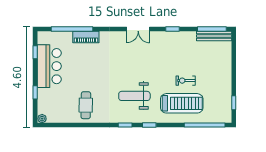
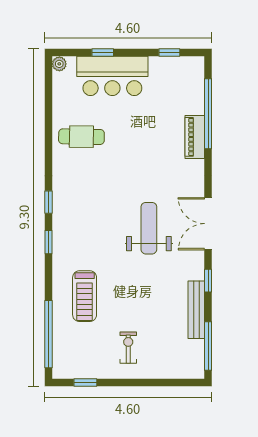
double door: (138, 29) -> (208, 224), width x1.37
bench: (214, 36) -> (196, 310), moved
bar counter: (49, 66) -> (112, 76), moved
exercise bike: (186, 81) -> (128, 348), moved
weight bench: (134, 96) -> (149, 228), moved
treadmill: (182, 103) -> (85, 296), width x0.73, depth x0.73

